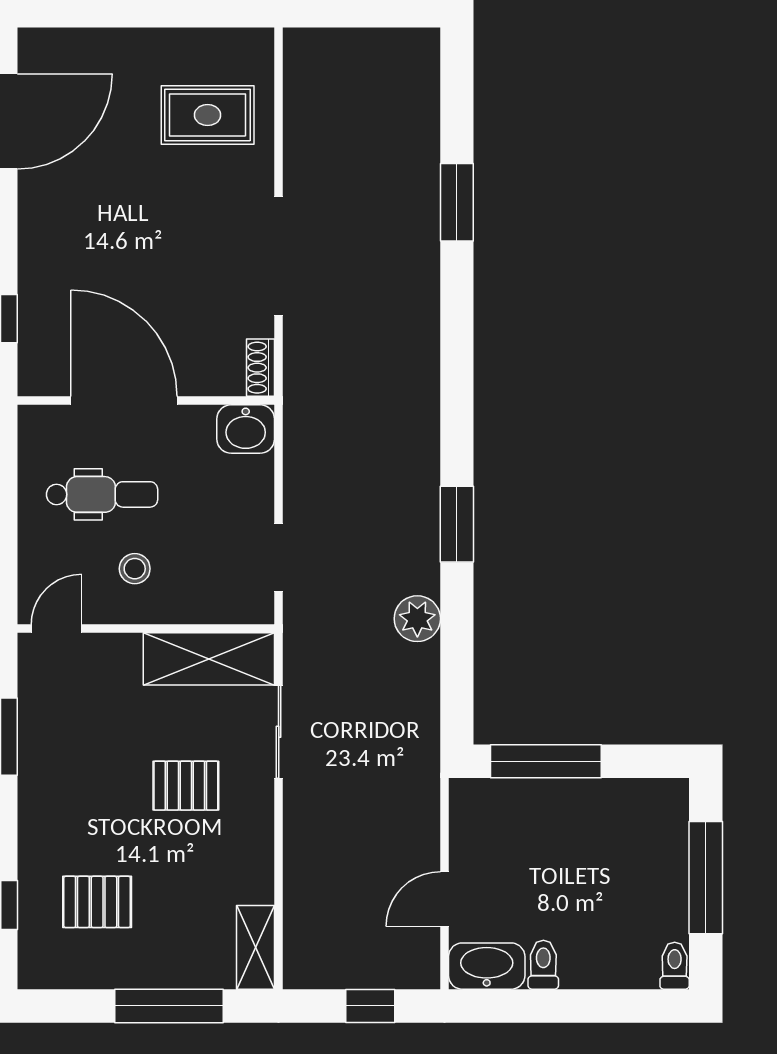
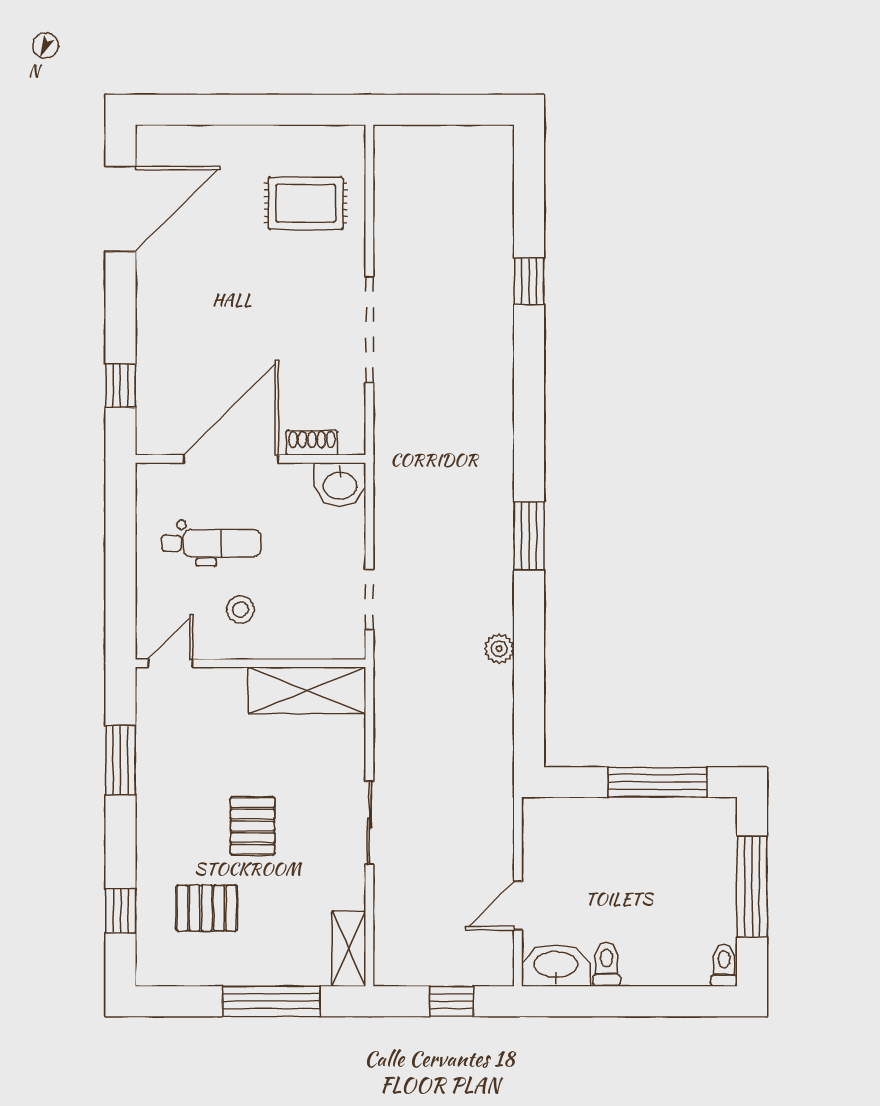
window: (457, 202) -> (529, 281), width x0.67
shoe rack: (260, 368) -> (312, 443), moved, turned 90
door: (124, 401) -> (231, 459), hinge flipped
window: (457, 524) -> (529, 536), moved
plant: (417, 619) -> (499, 649), width x0.73, depth x0.73
sliding door: (279, 732) -> (369, 823), moved
window: (546, 761) -> (657, 782), moved
pallet: (186, 786) -> (253, 826), moved, turned 90

